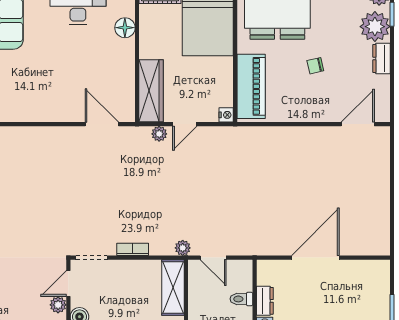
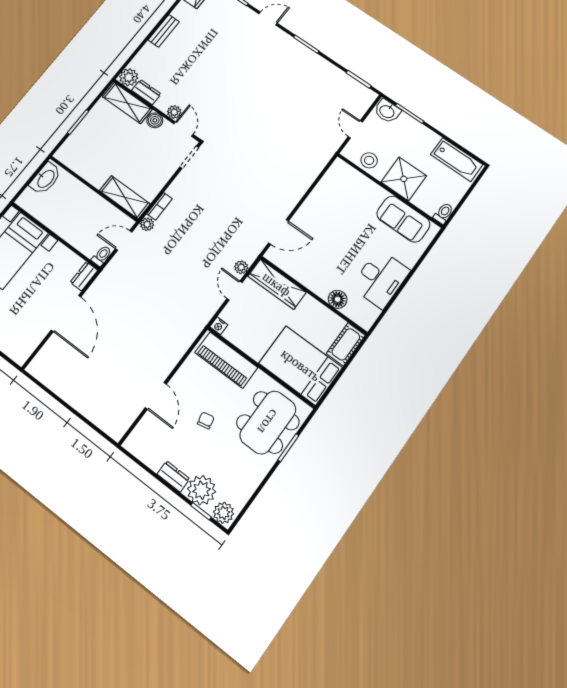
door: (358, 124) -> (156, 396), moved
bookcase: (133, 249) -> (160, 206), moved
toilet: (241, 299) -> (102, 256), moved
dresser: (265, 301) -> (84, 276), moved, turned 90

